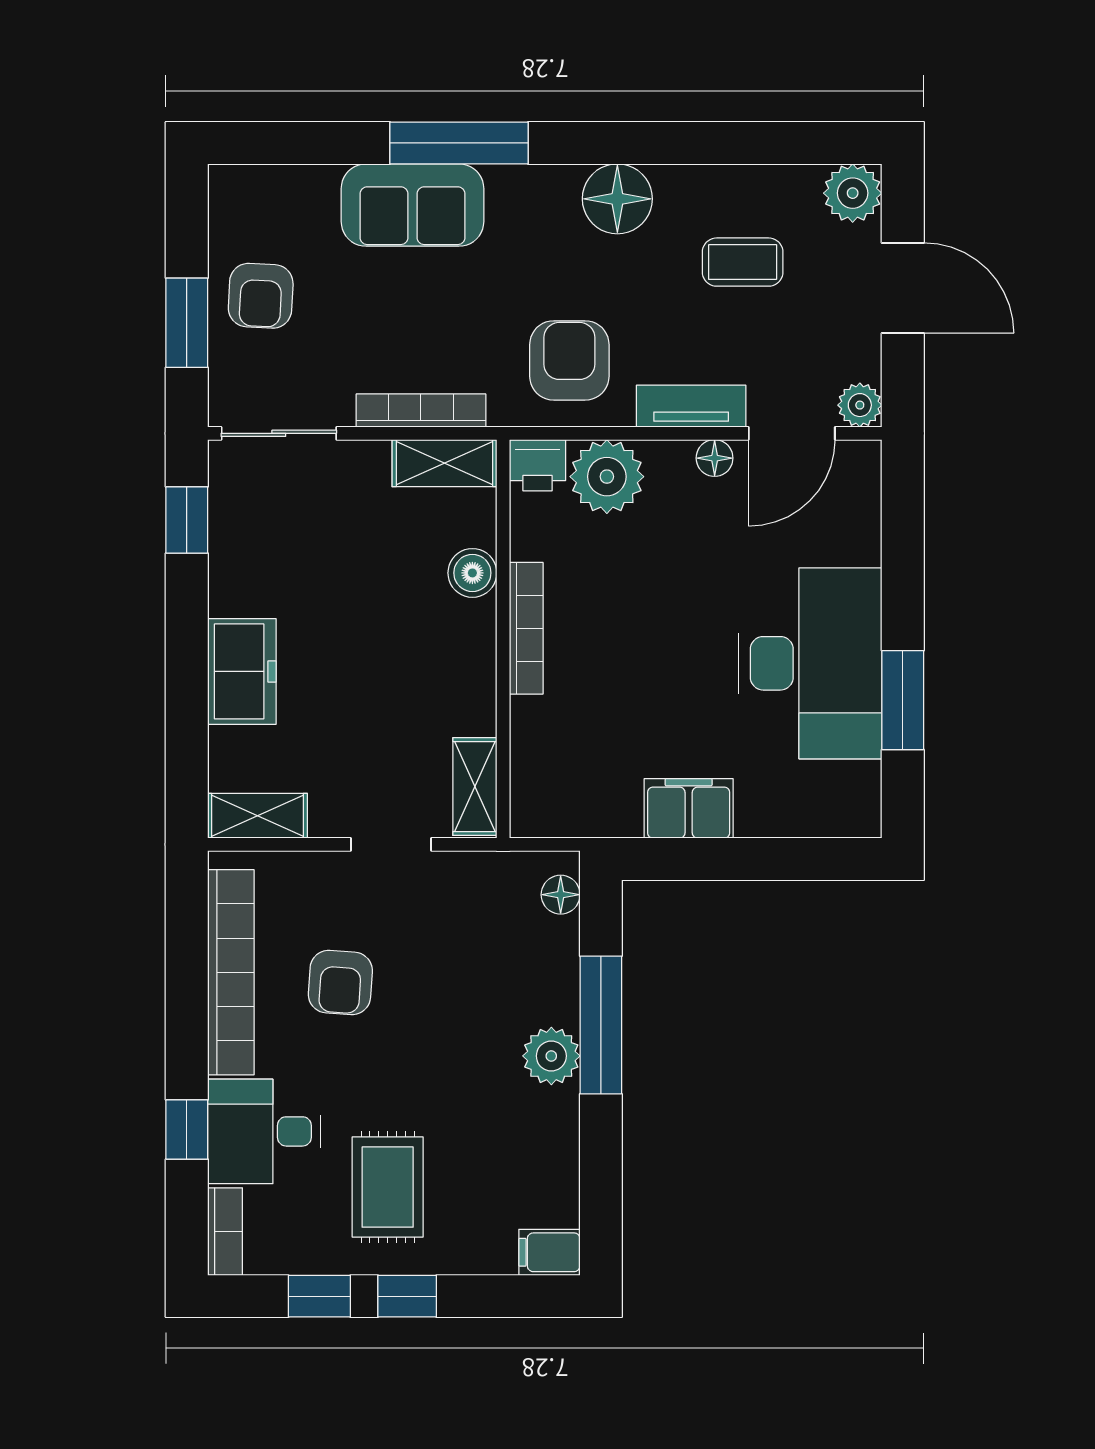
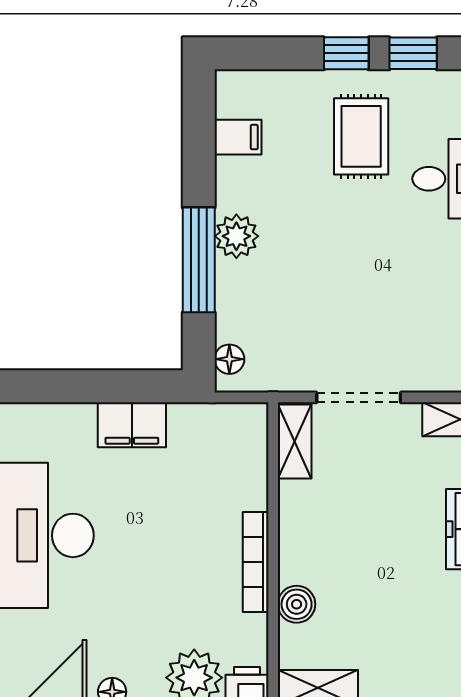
doorway: (391, 844) -> (359, 397), width x1.38
armchair: (340, 982) -> (397, 292), removed
filing cabinet: (549, 1252) -> (238, 137), moved

